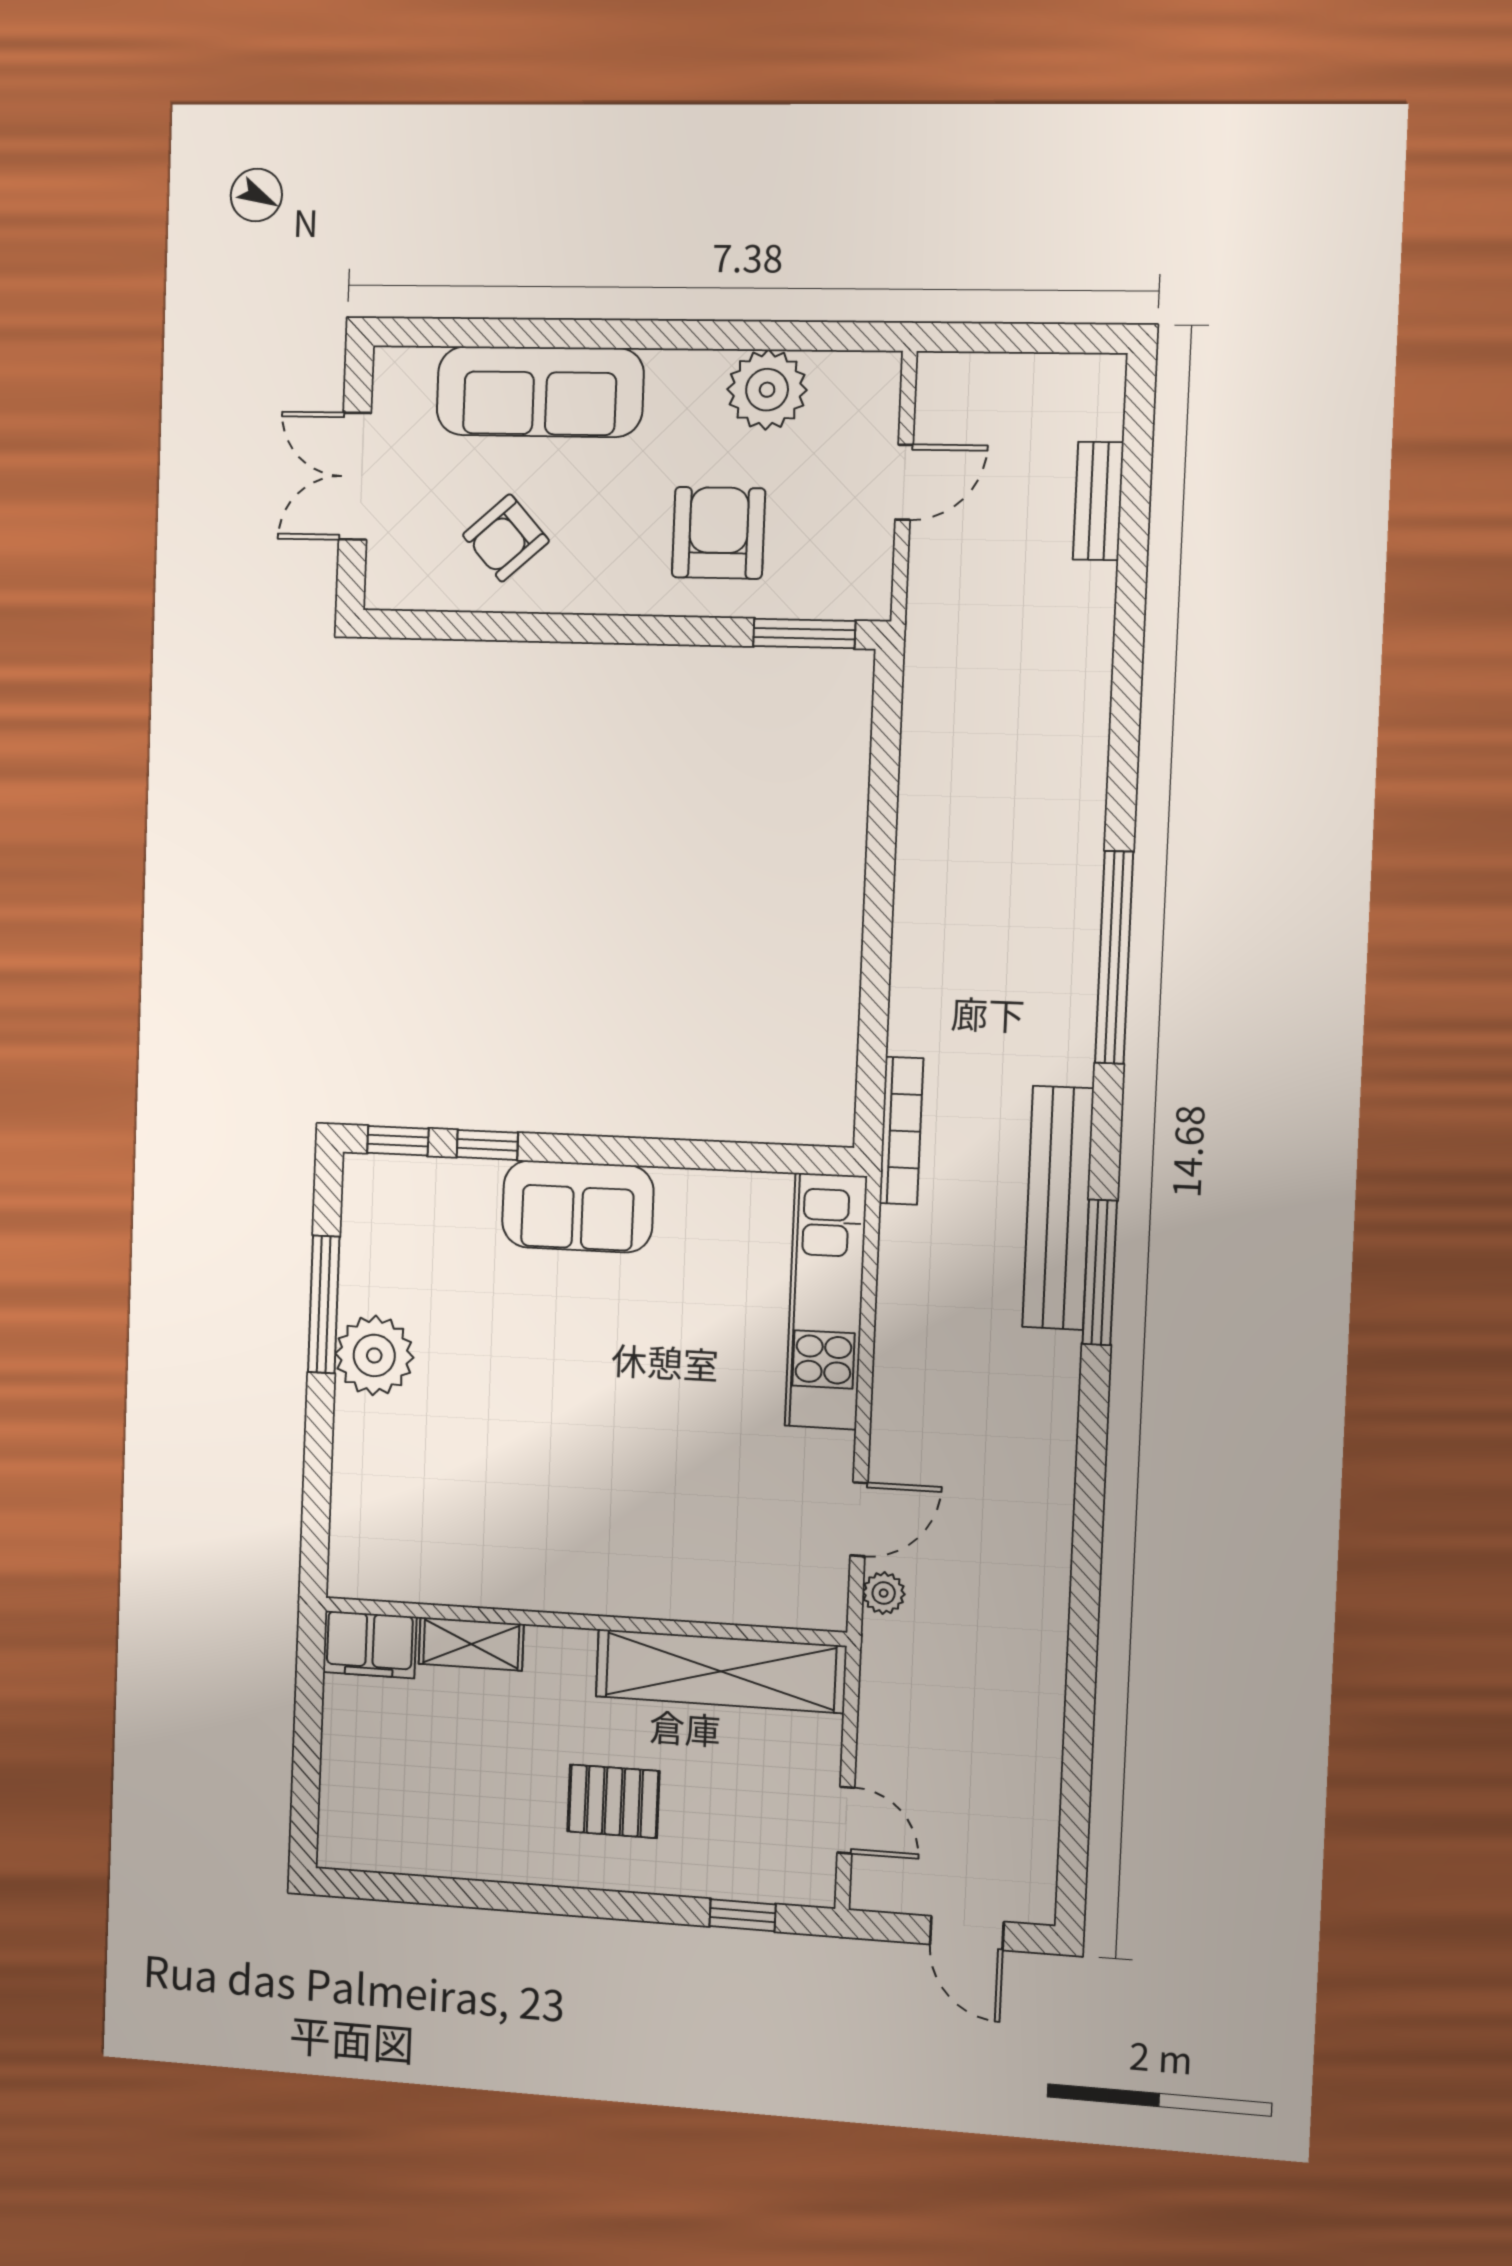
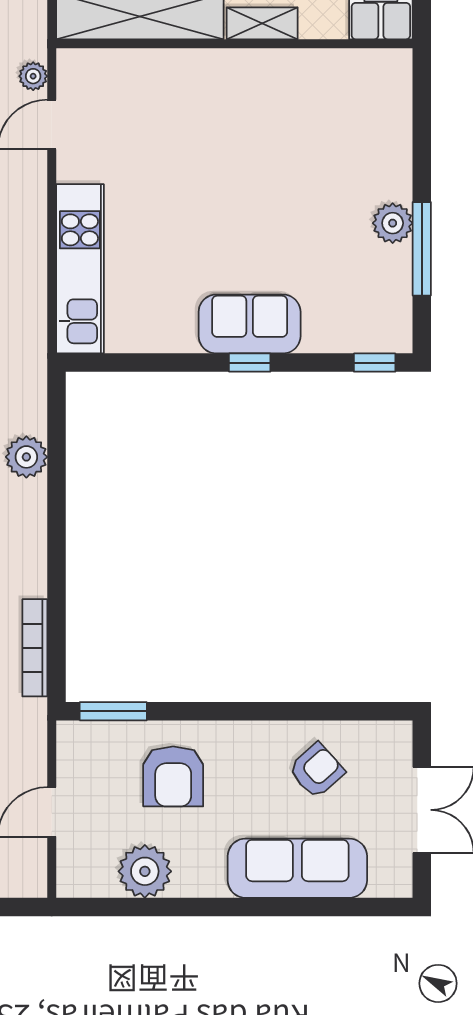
plant: (919, 1022) -> (26, 457), added
bookcase: (901, 1131) -> (35, 648), moved
window: (487, 1145) -> (250, 363), moved
plant: (374, 1355) -> (393, 223), width x0.73, depth x0.73
shelving: (471, 1644) -> (262, 23), moved

